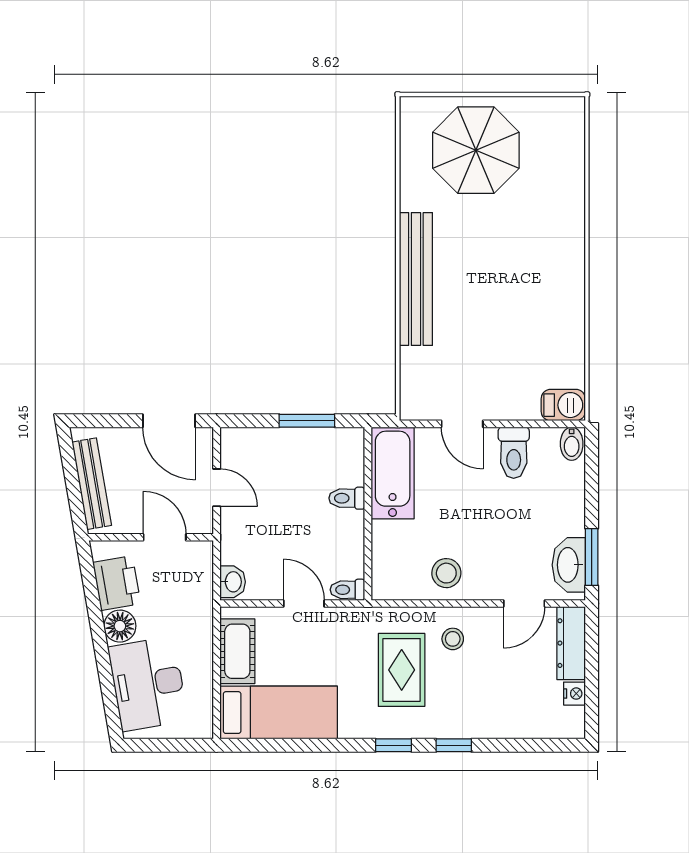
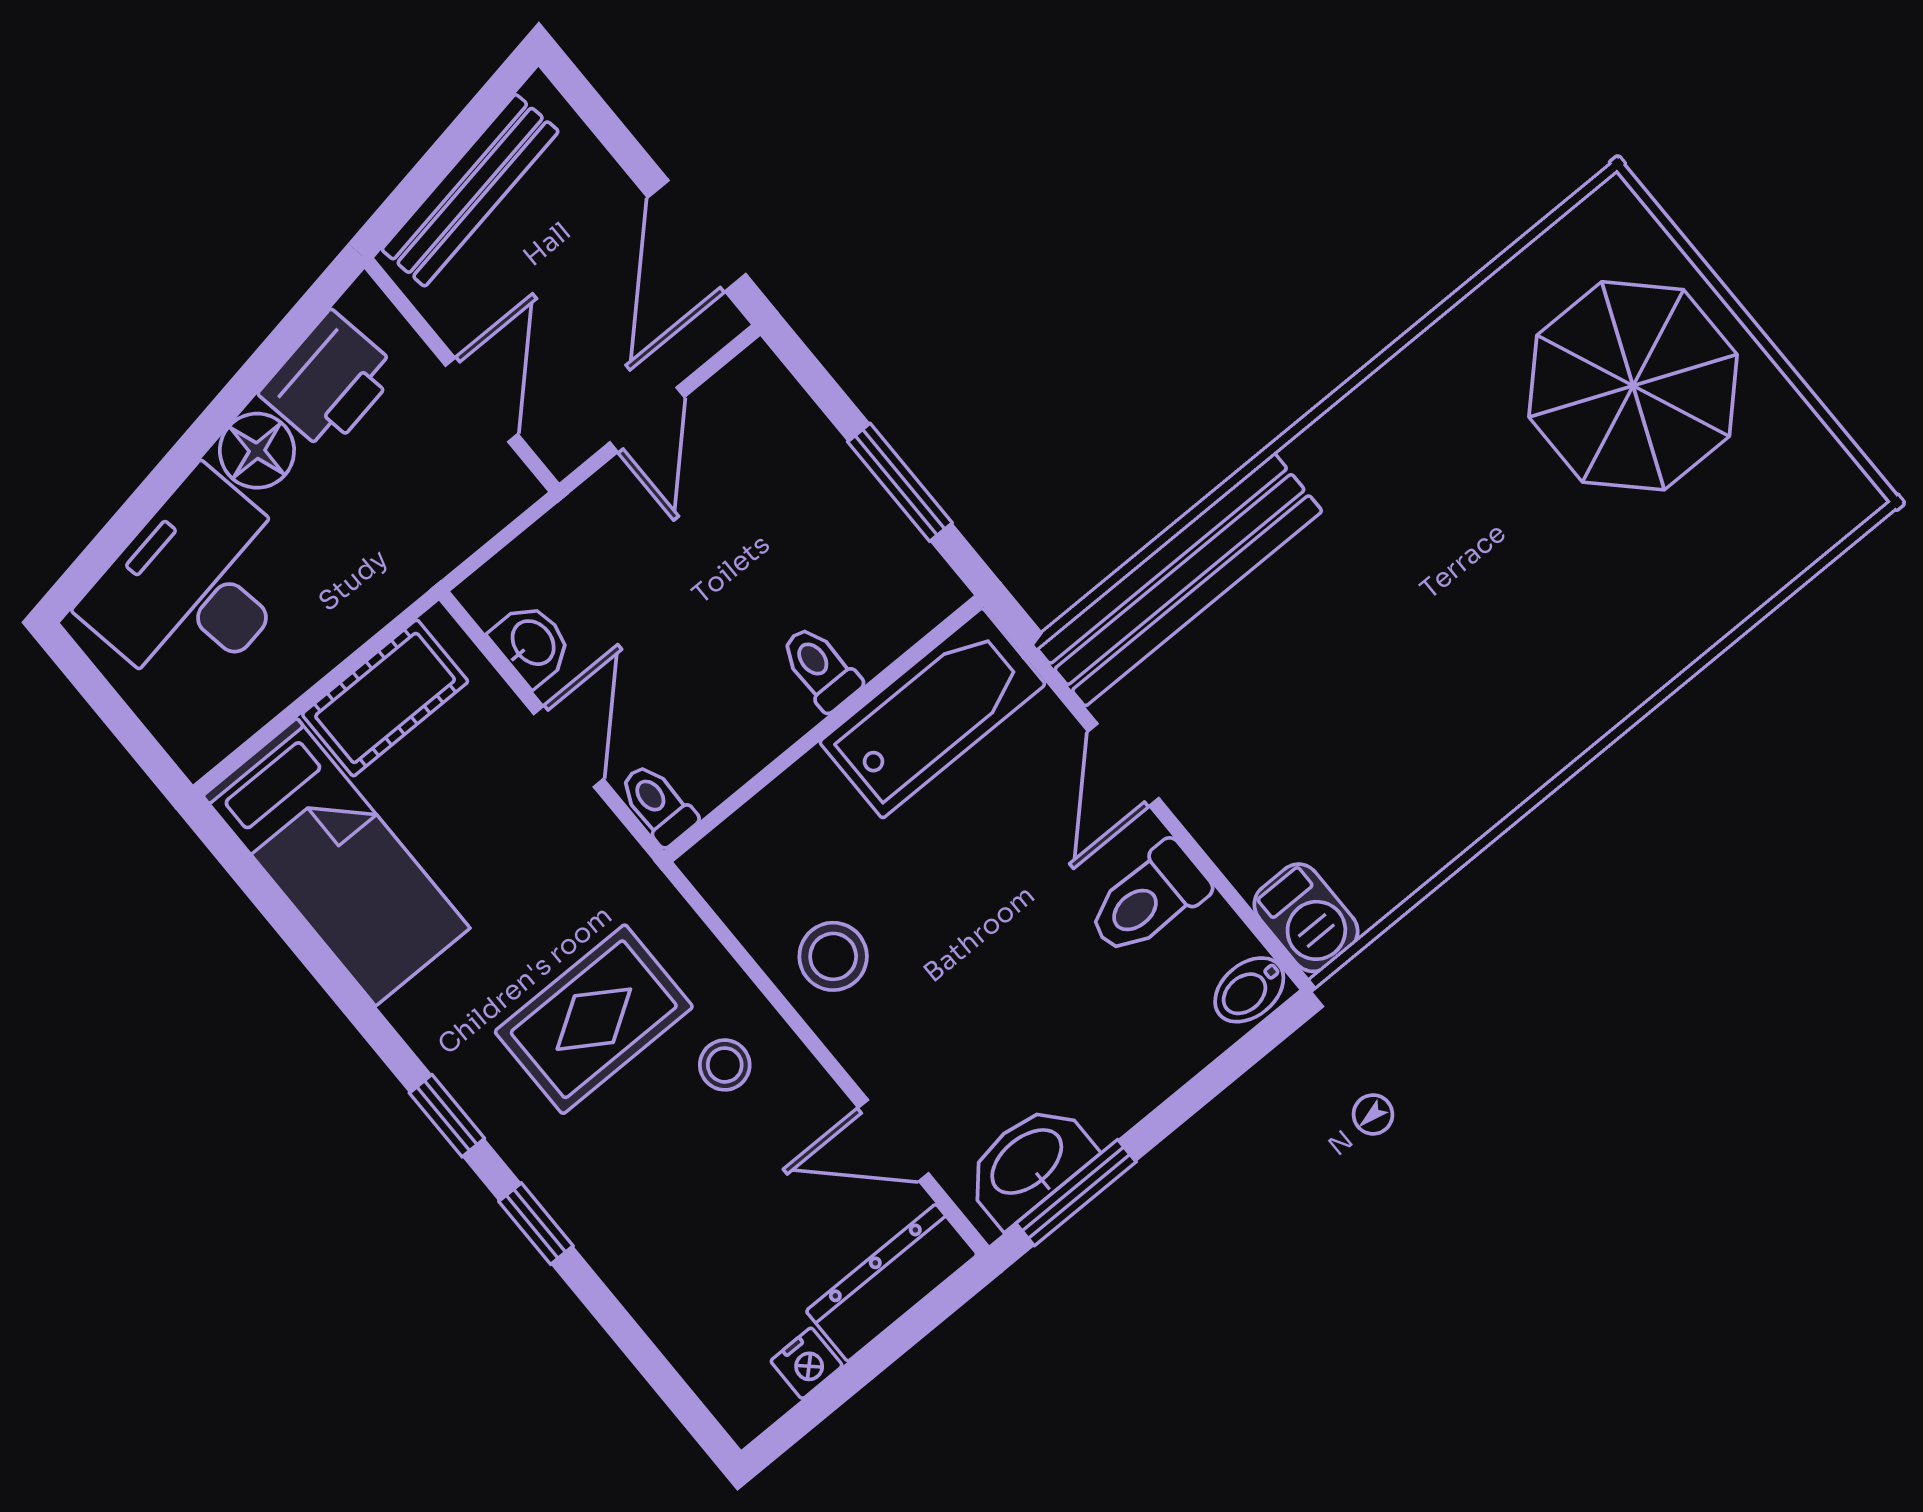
bench: (416, 279) -> (1179, 579), moved
washbasin: (233, 582) -> (532, 644), moved, turned -90

